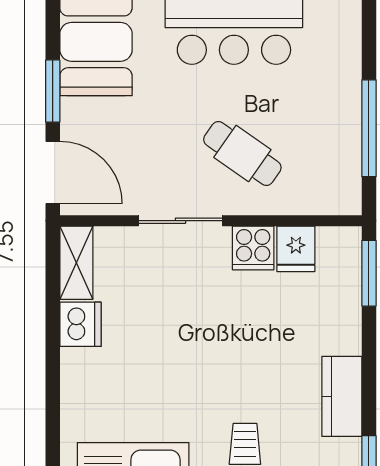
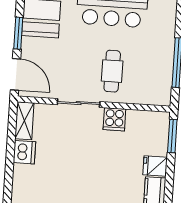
cafe table: (242, 153) -> (112, 71), turned 55
fridge: (296, 249) -> (155, 166), moved, turned 90

